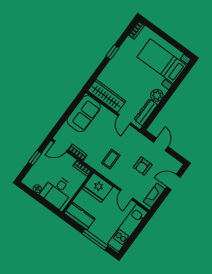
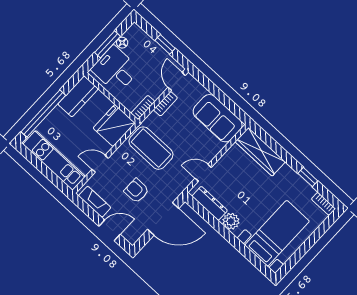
window: (112, 52) -> (308, 177), moved
wardrobe: (107, 96) -> (260, 152), moved, turned 90
door: (161, 144) -> (163, 219), width x1.88
coffee table: (111, 159) -> (151, 148), width x1.86, depth x1.72
door: (174, 182) -> (109, 230), hinge flipped
window: (40, 199) -> (108, 44), added
window: (95, 240) -> (43, 114), width x1.46

